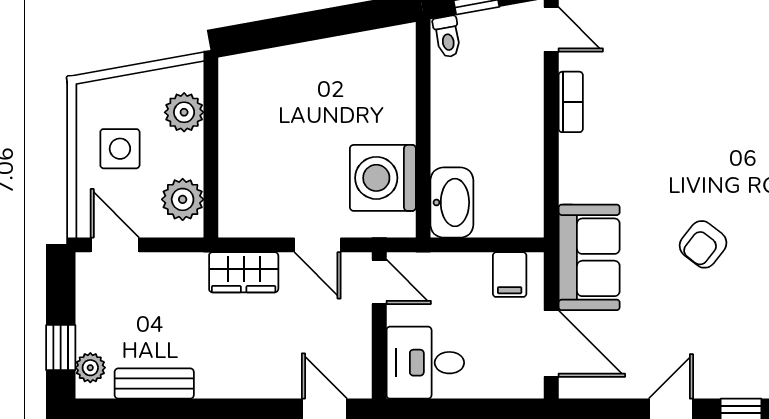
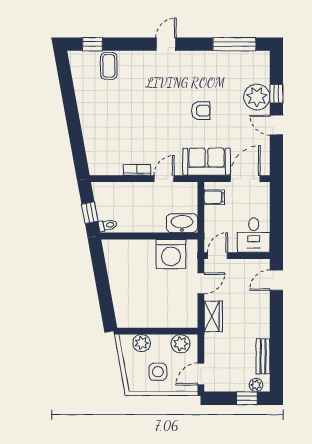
door: (551, 29) -> (164, 179), moved
armchair: (703, 244) -> (201, 111), turned -38
plant: (734, 370) -> (257, 97), added

